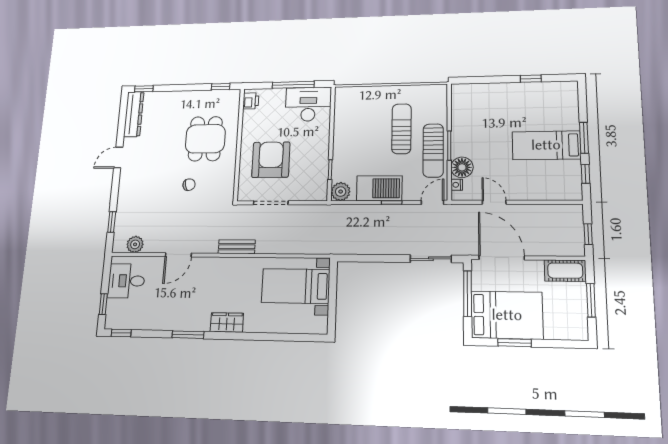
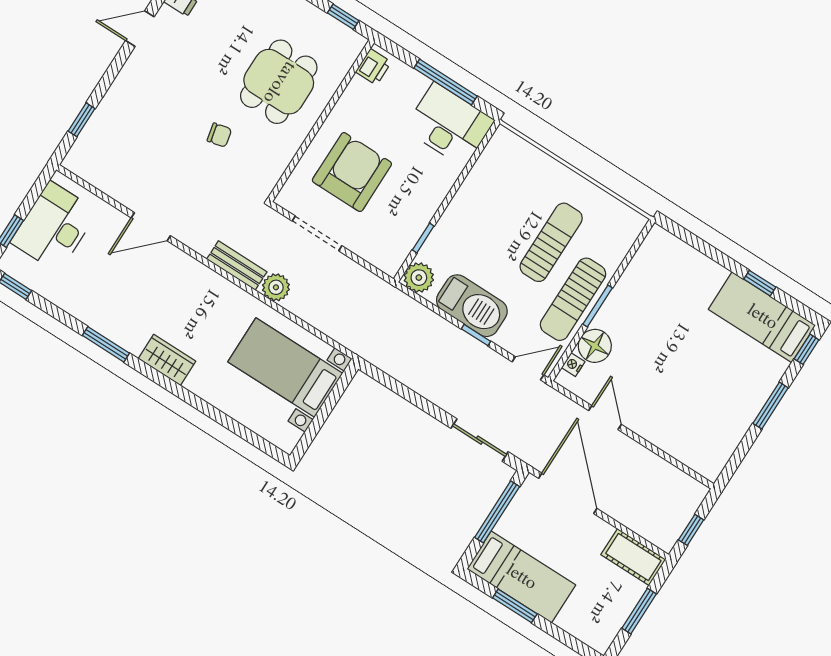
bed: (546, 145) -> (762, 317), moved
window: (585, 174) -> (807, 349), moved
plant: (135, 244) -> (276, 287), moved
desk: (126, 281) -> (54, 227), width x1.37
bed: (507, 315) -> (521, 577), width x0.67

